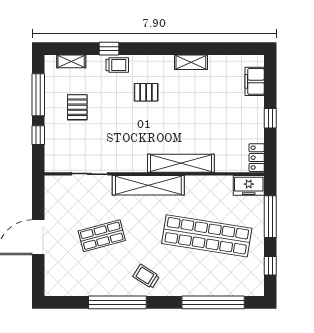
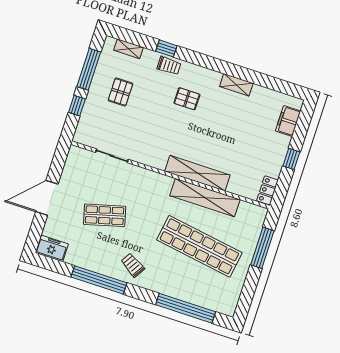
shelving: (148, 185) -> (205, 198), moved
freezer: (249, 185) -> (52, 248), moved, turned 180
window: (270, 266) -> (248, 292), removed

